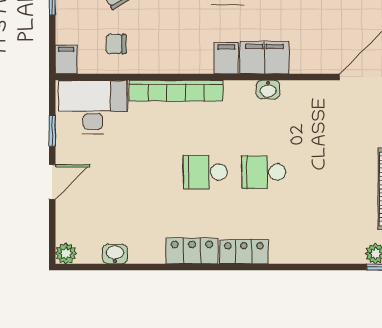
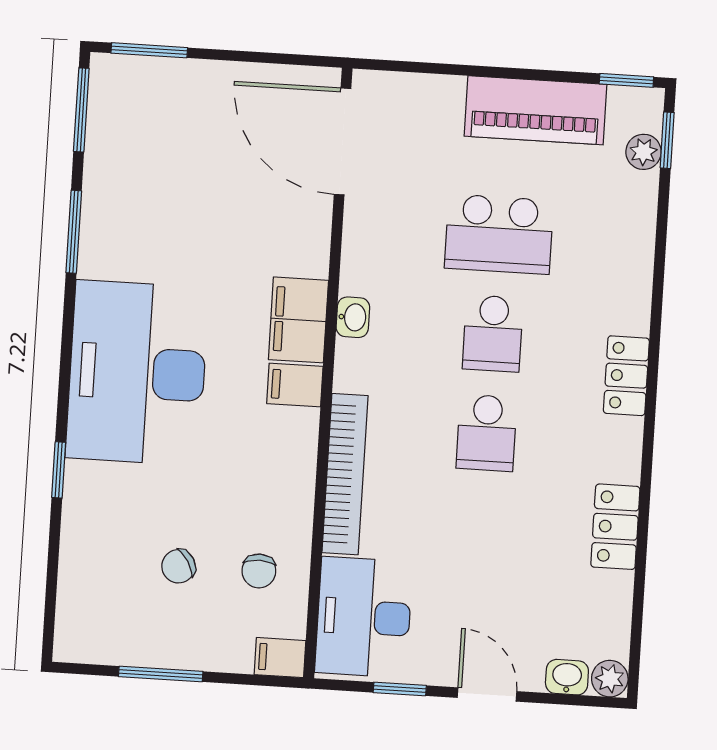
school desk: (322, 172) -> (499, 234), added
locker: (192, 251) -> (615, 527), moved
washbasin: (115, 254) -> (567, 677), moved, turned 90

